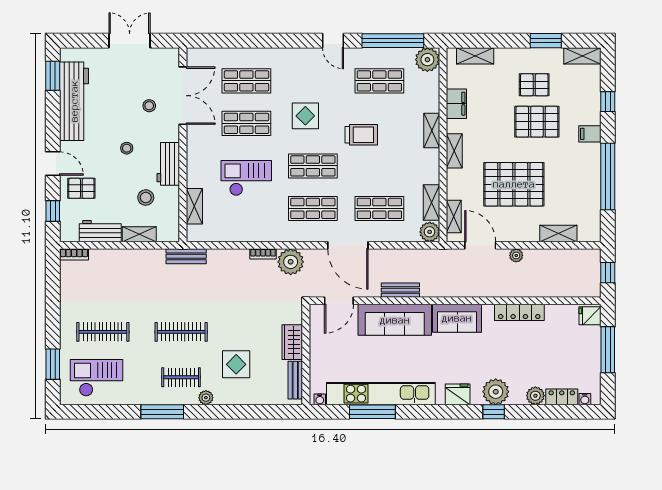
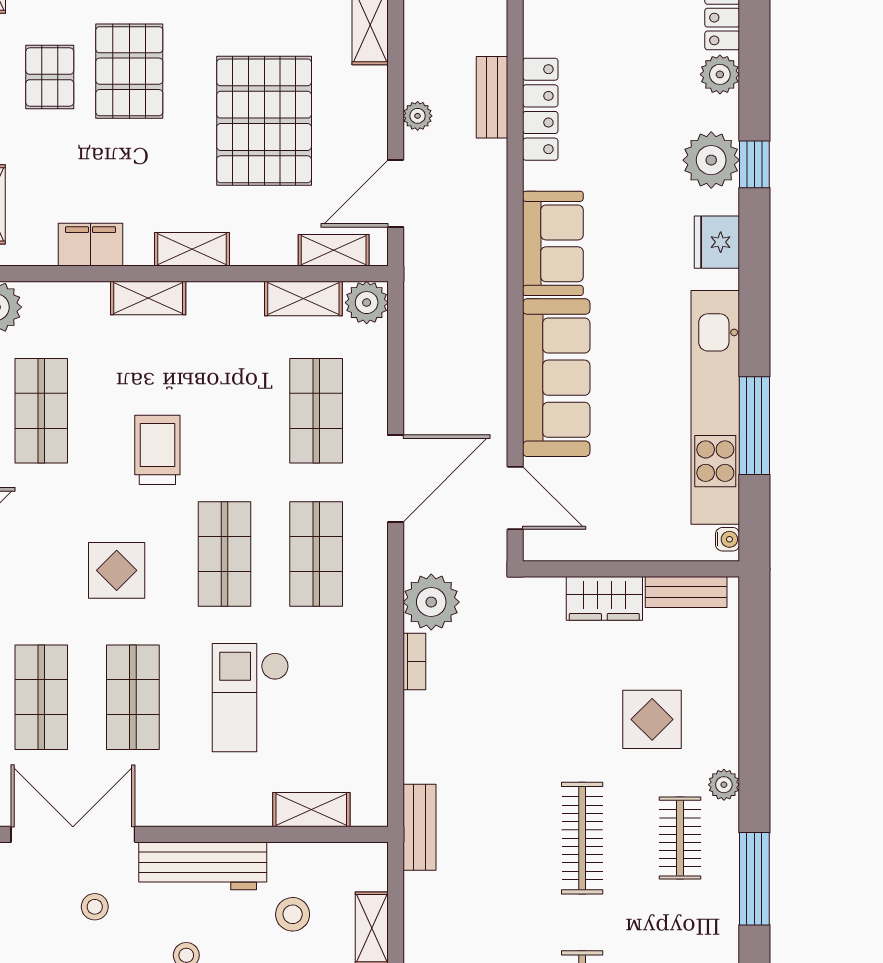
workbench: (168, 164) -> (203, 866), width x1.38
bench: (400, 290) -> (492, 97), moved

